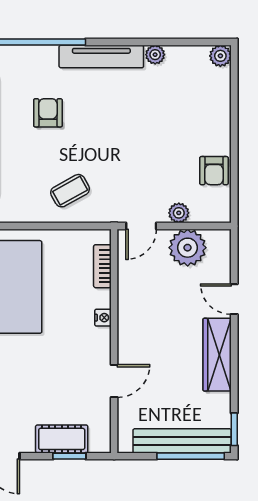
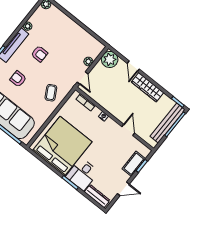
armchair: (214, 171) -> (39, 54), moved
plant: (188, 248) -> (110, 59), moved
door: (234, 299) -> (133, 66), hinge flipped

